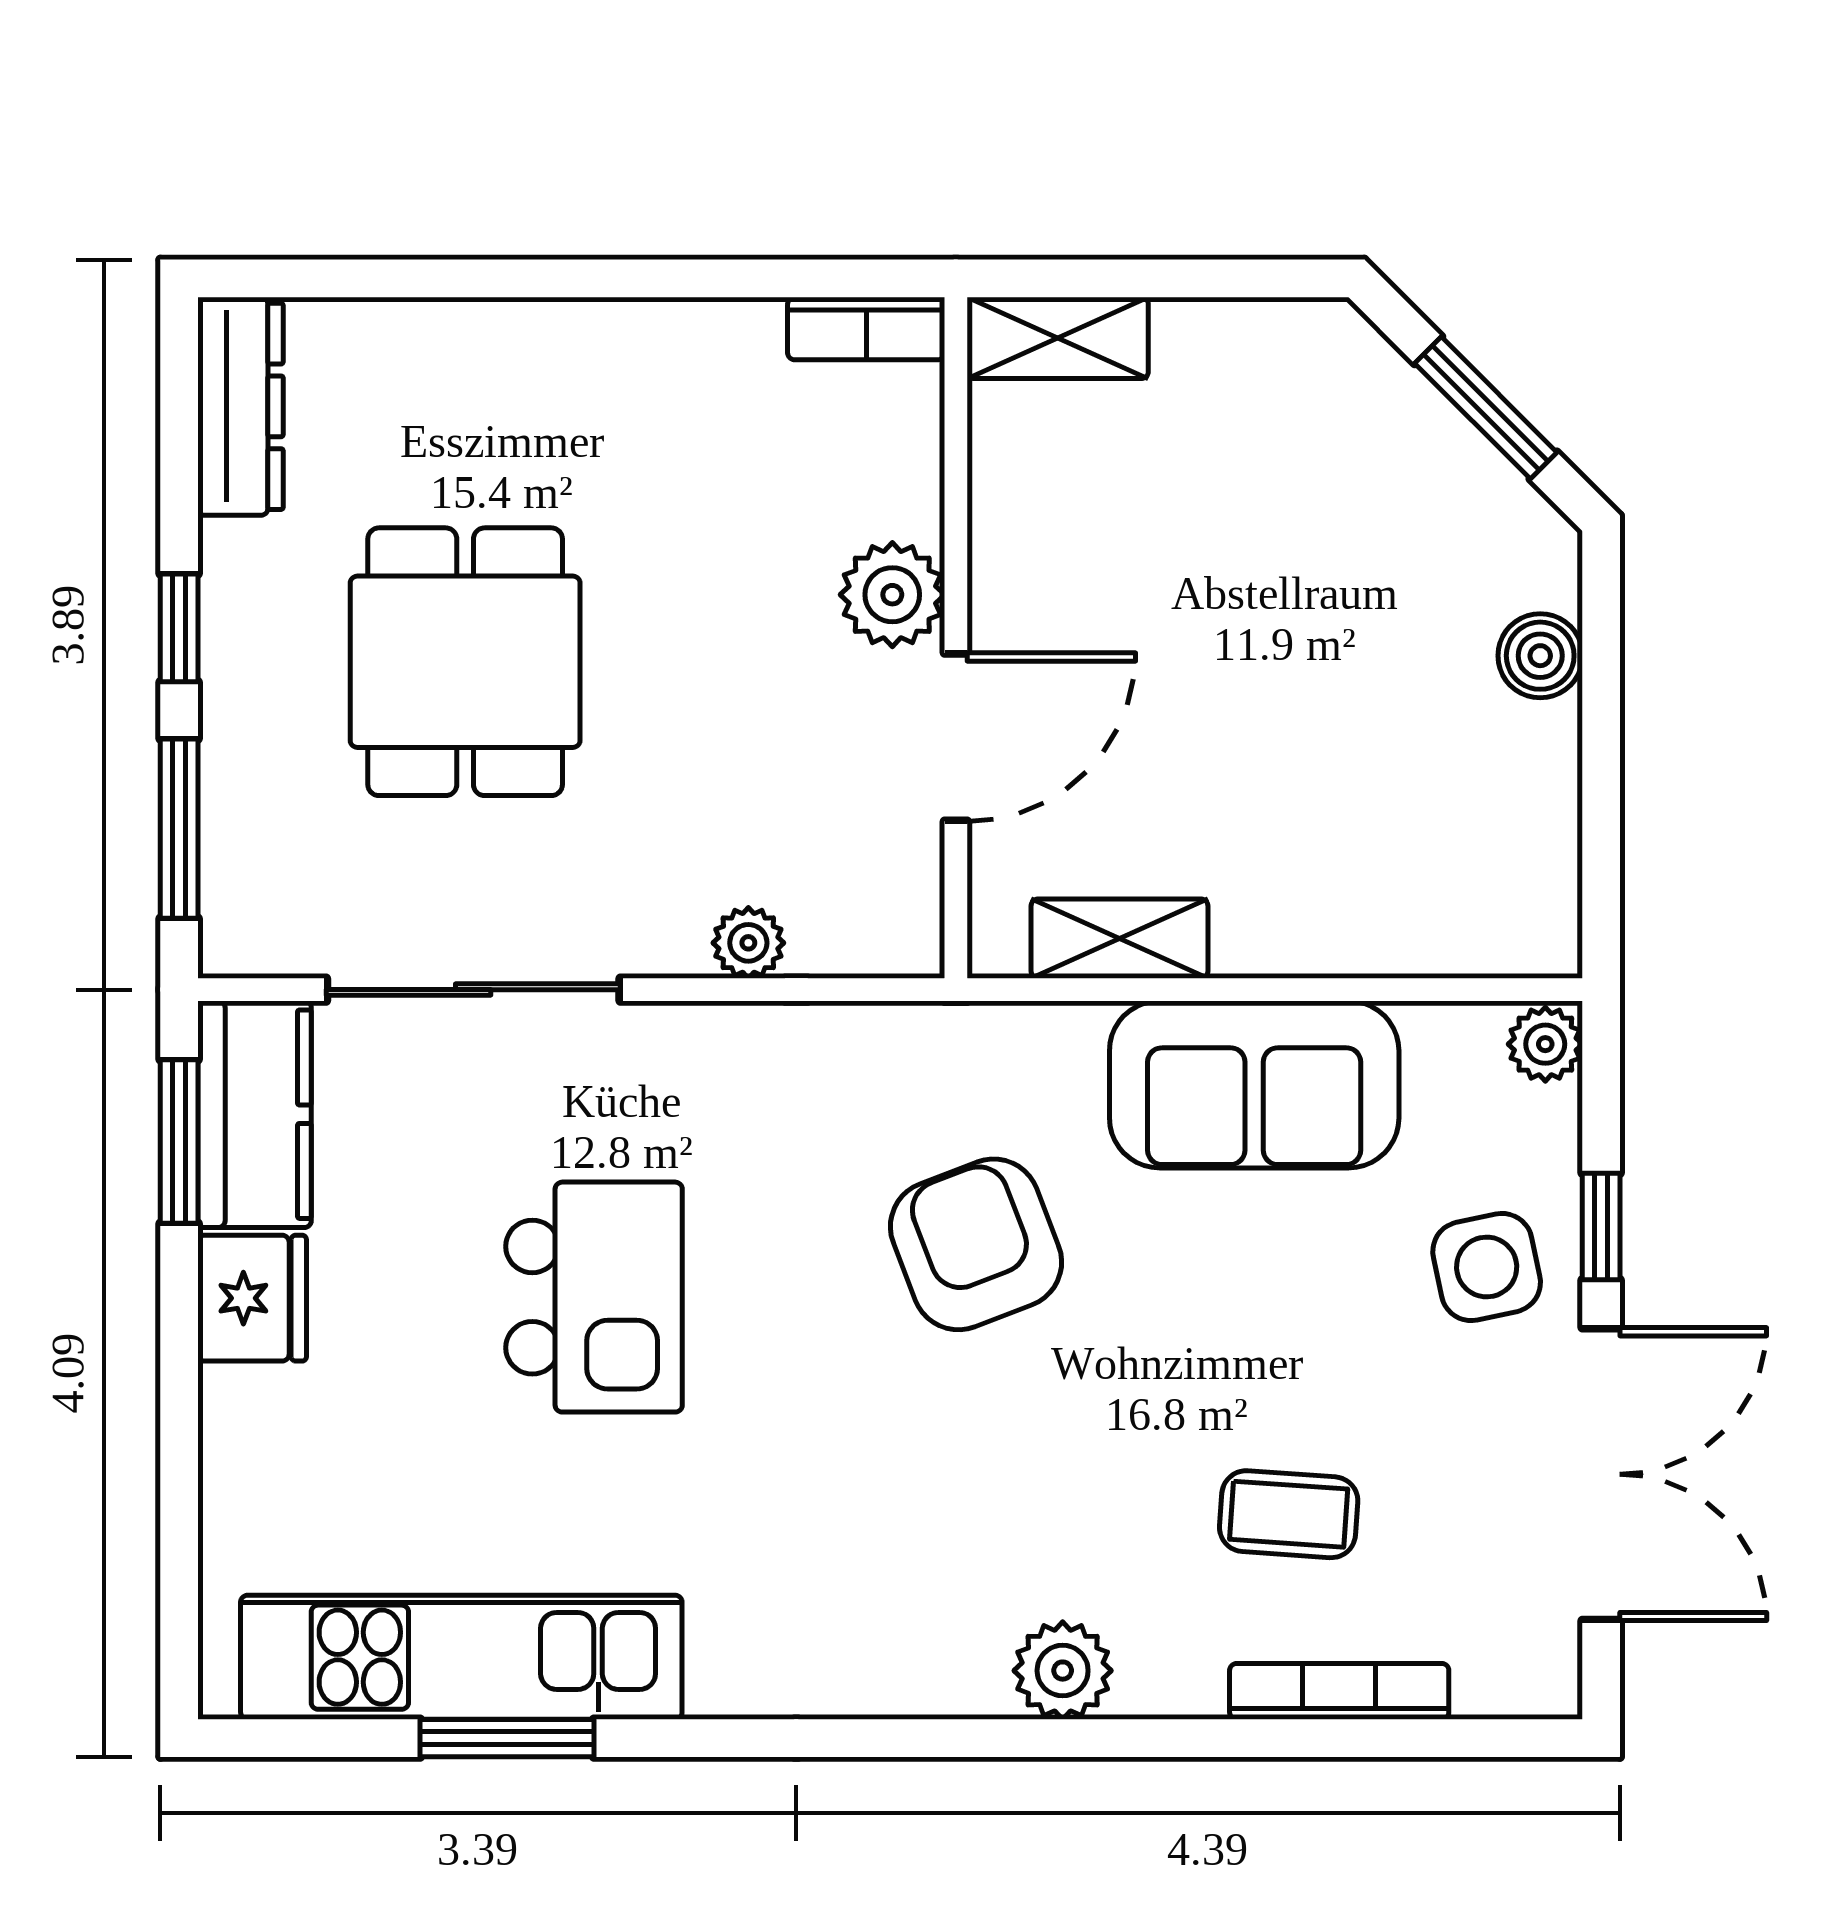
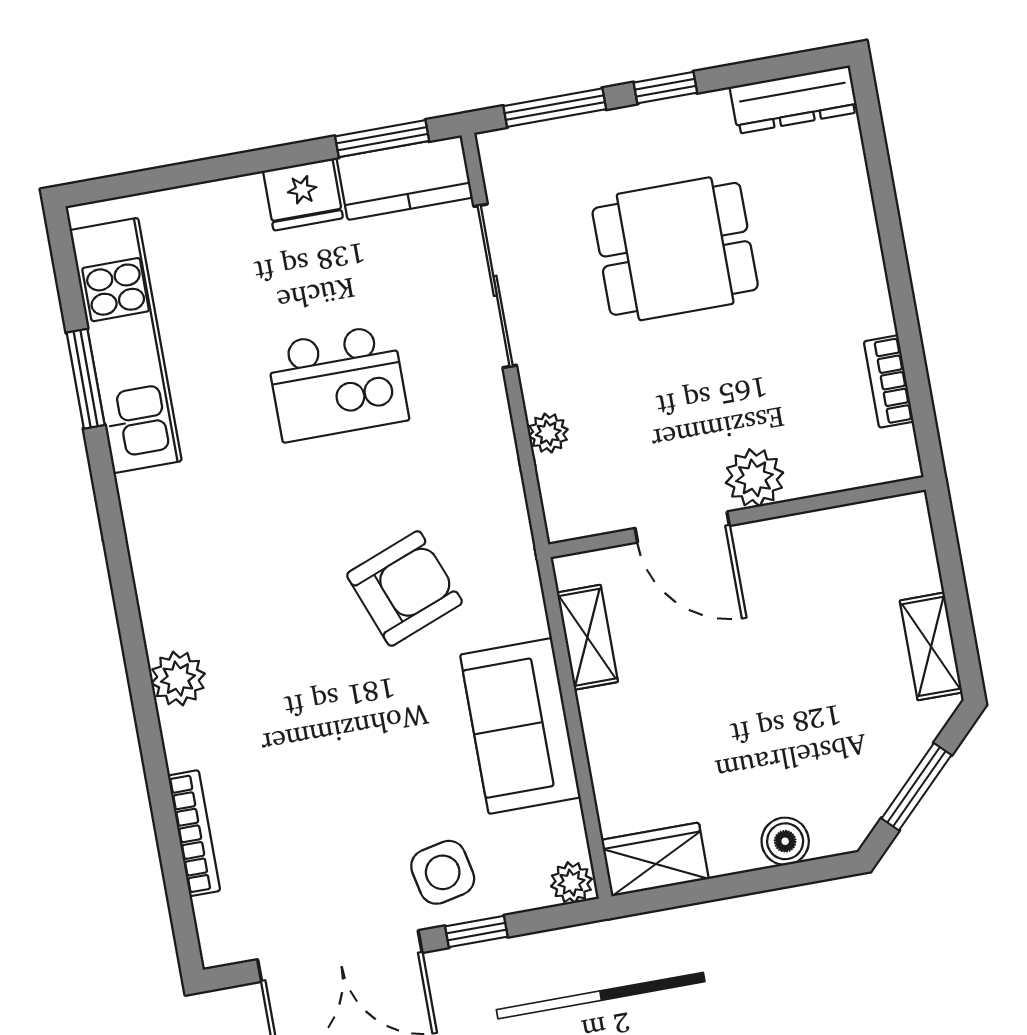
bookcase: (866, 329) -> (889, 382), moved
shelving: (1058, 338) -> (931, 646), moved
wardrobe: (1531, 890) -> (655, 859), added
coffee table: (1289, 1514) -> (287, 788), removed

